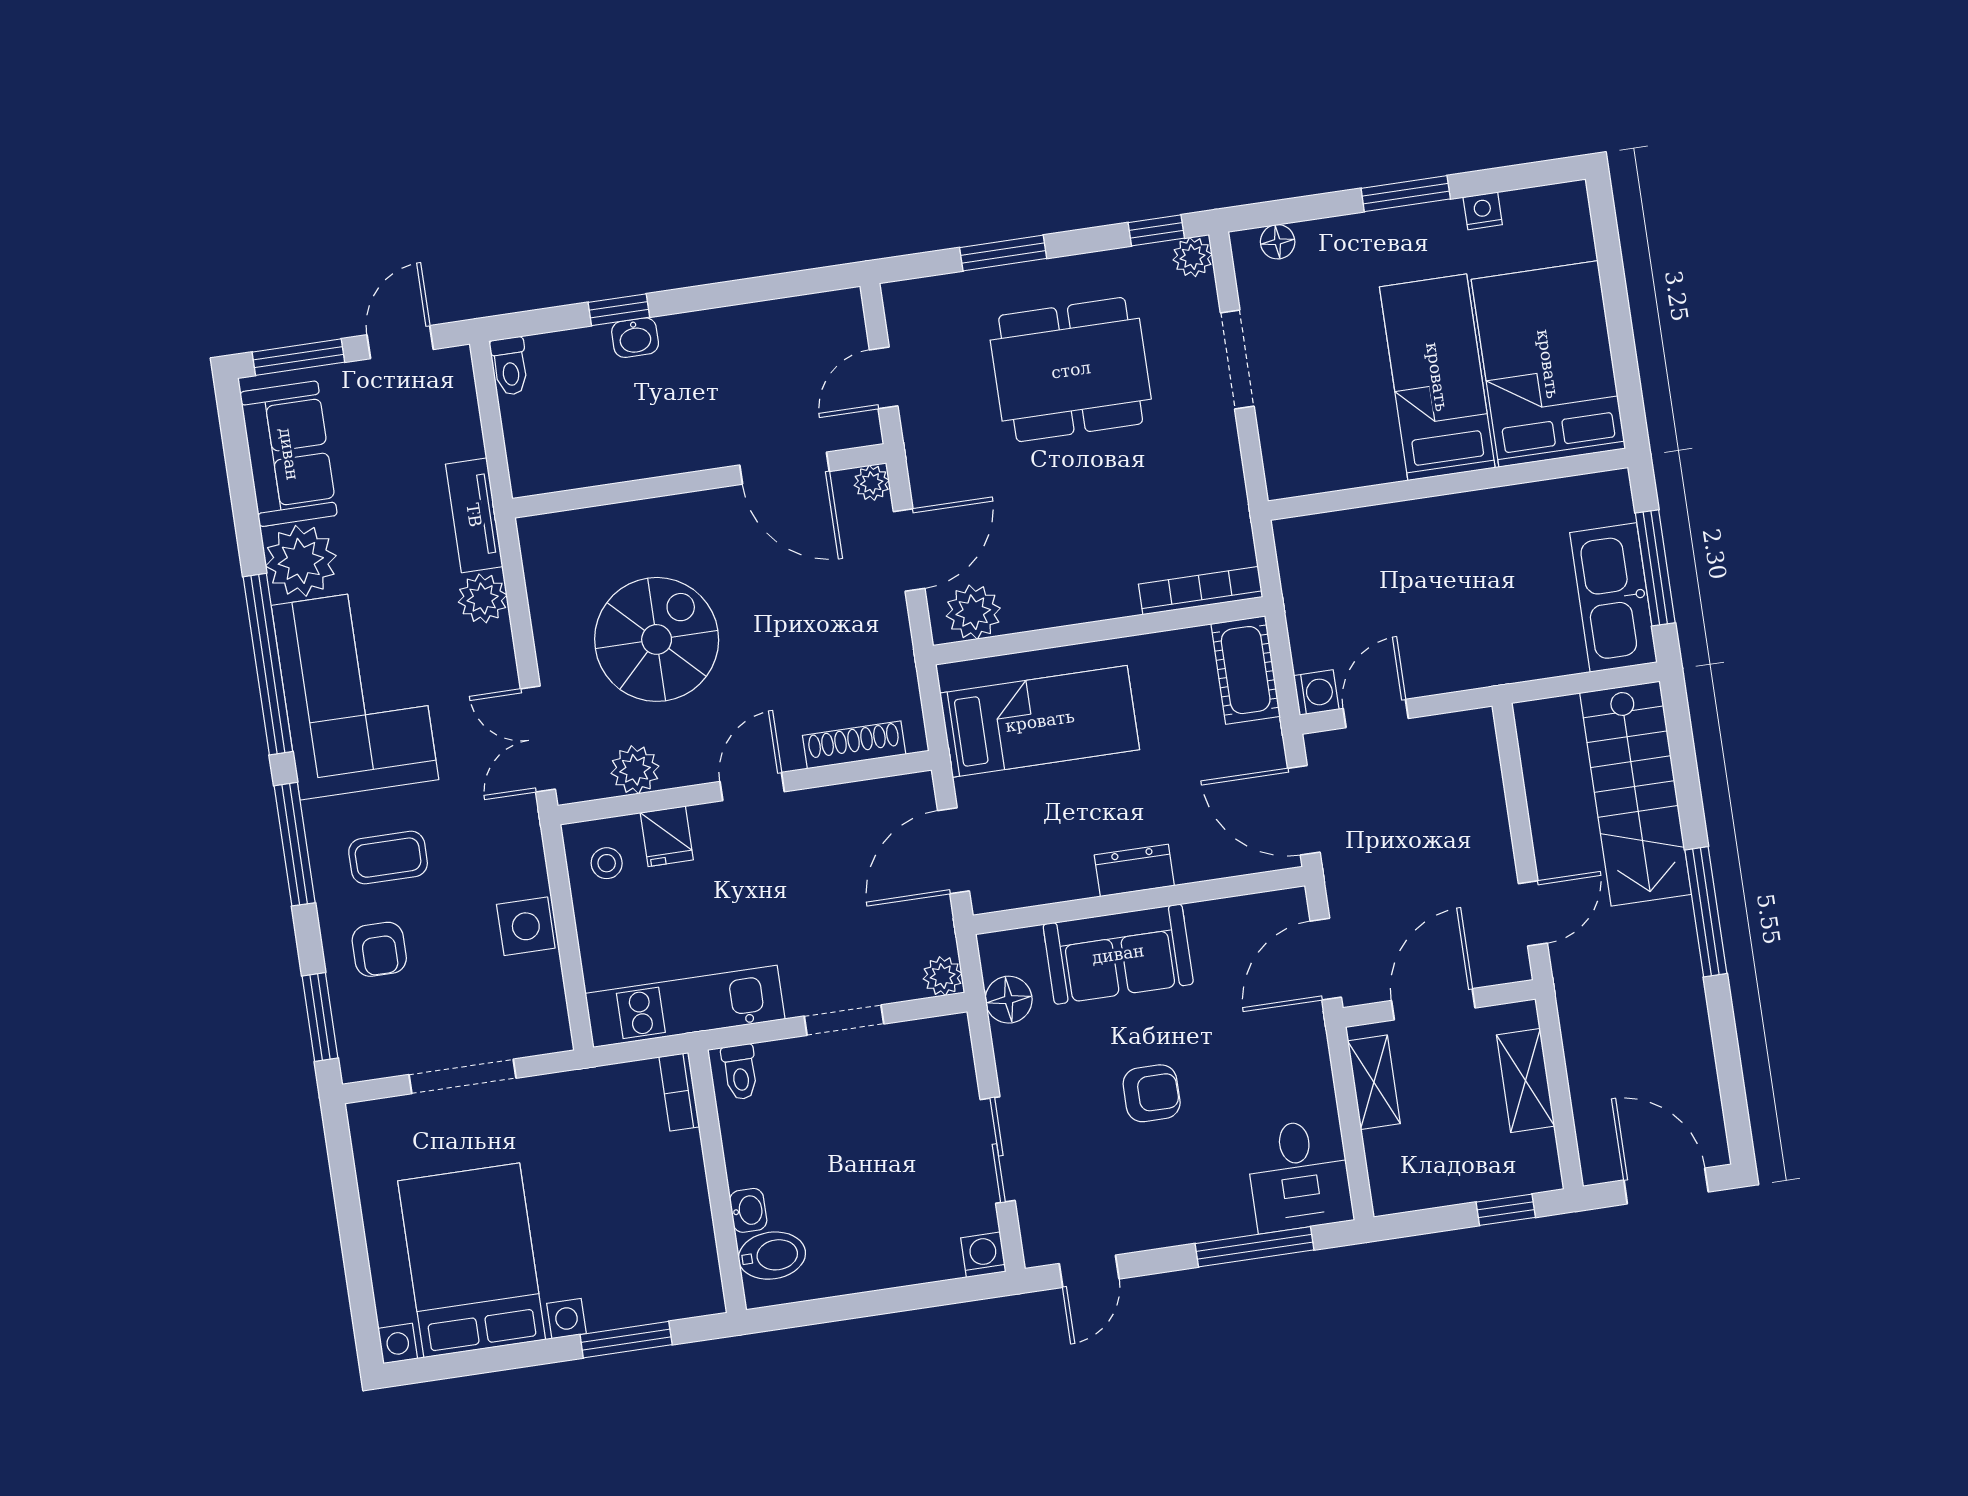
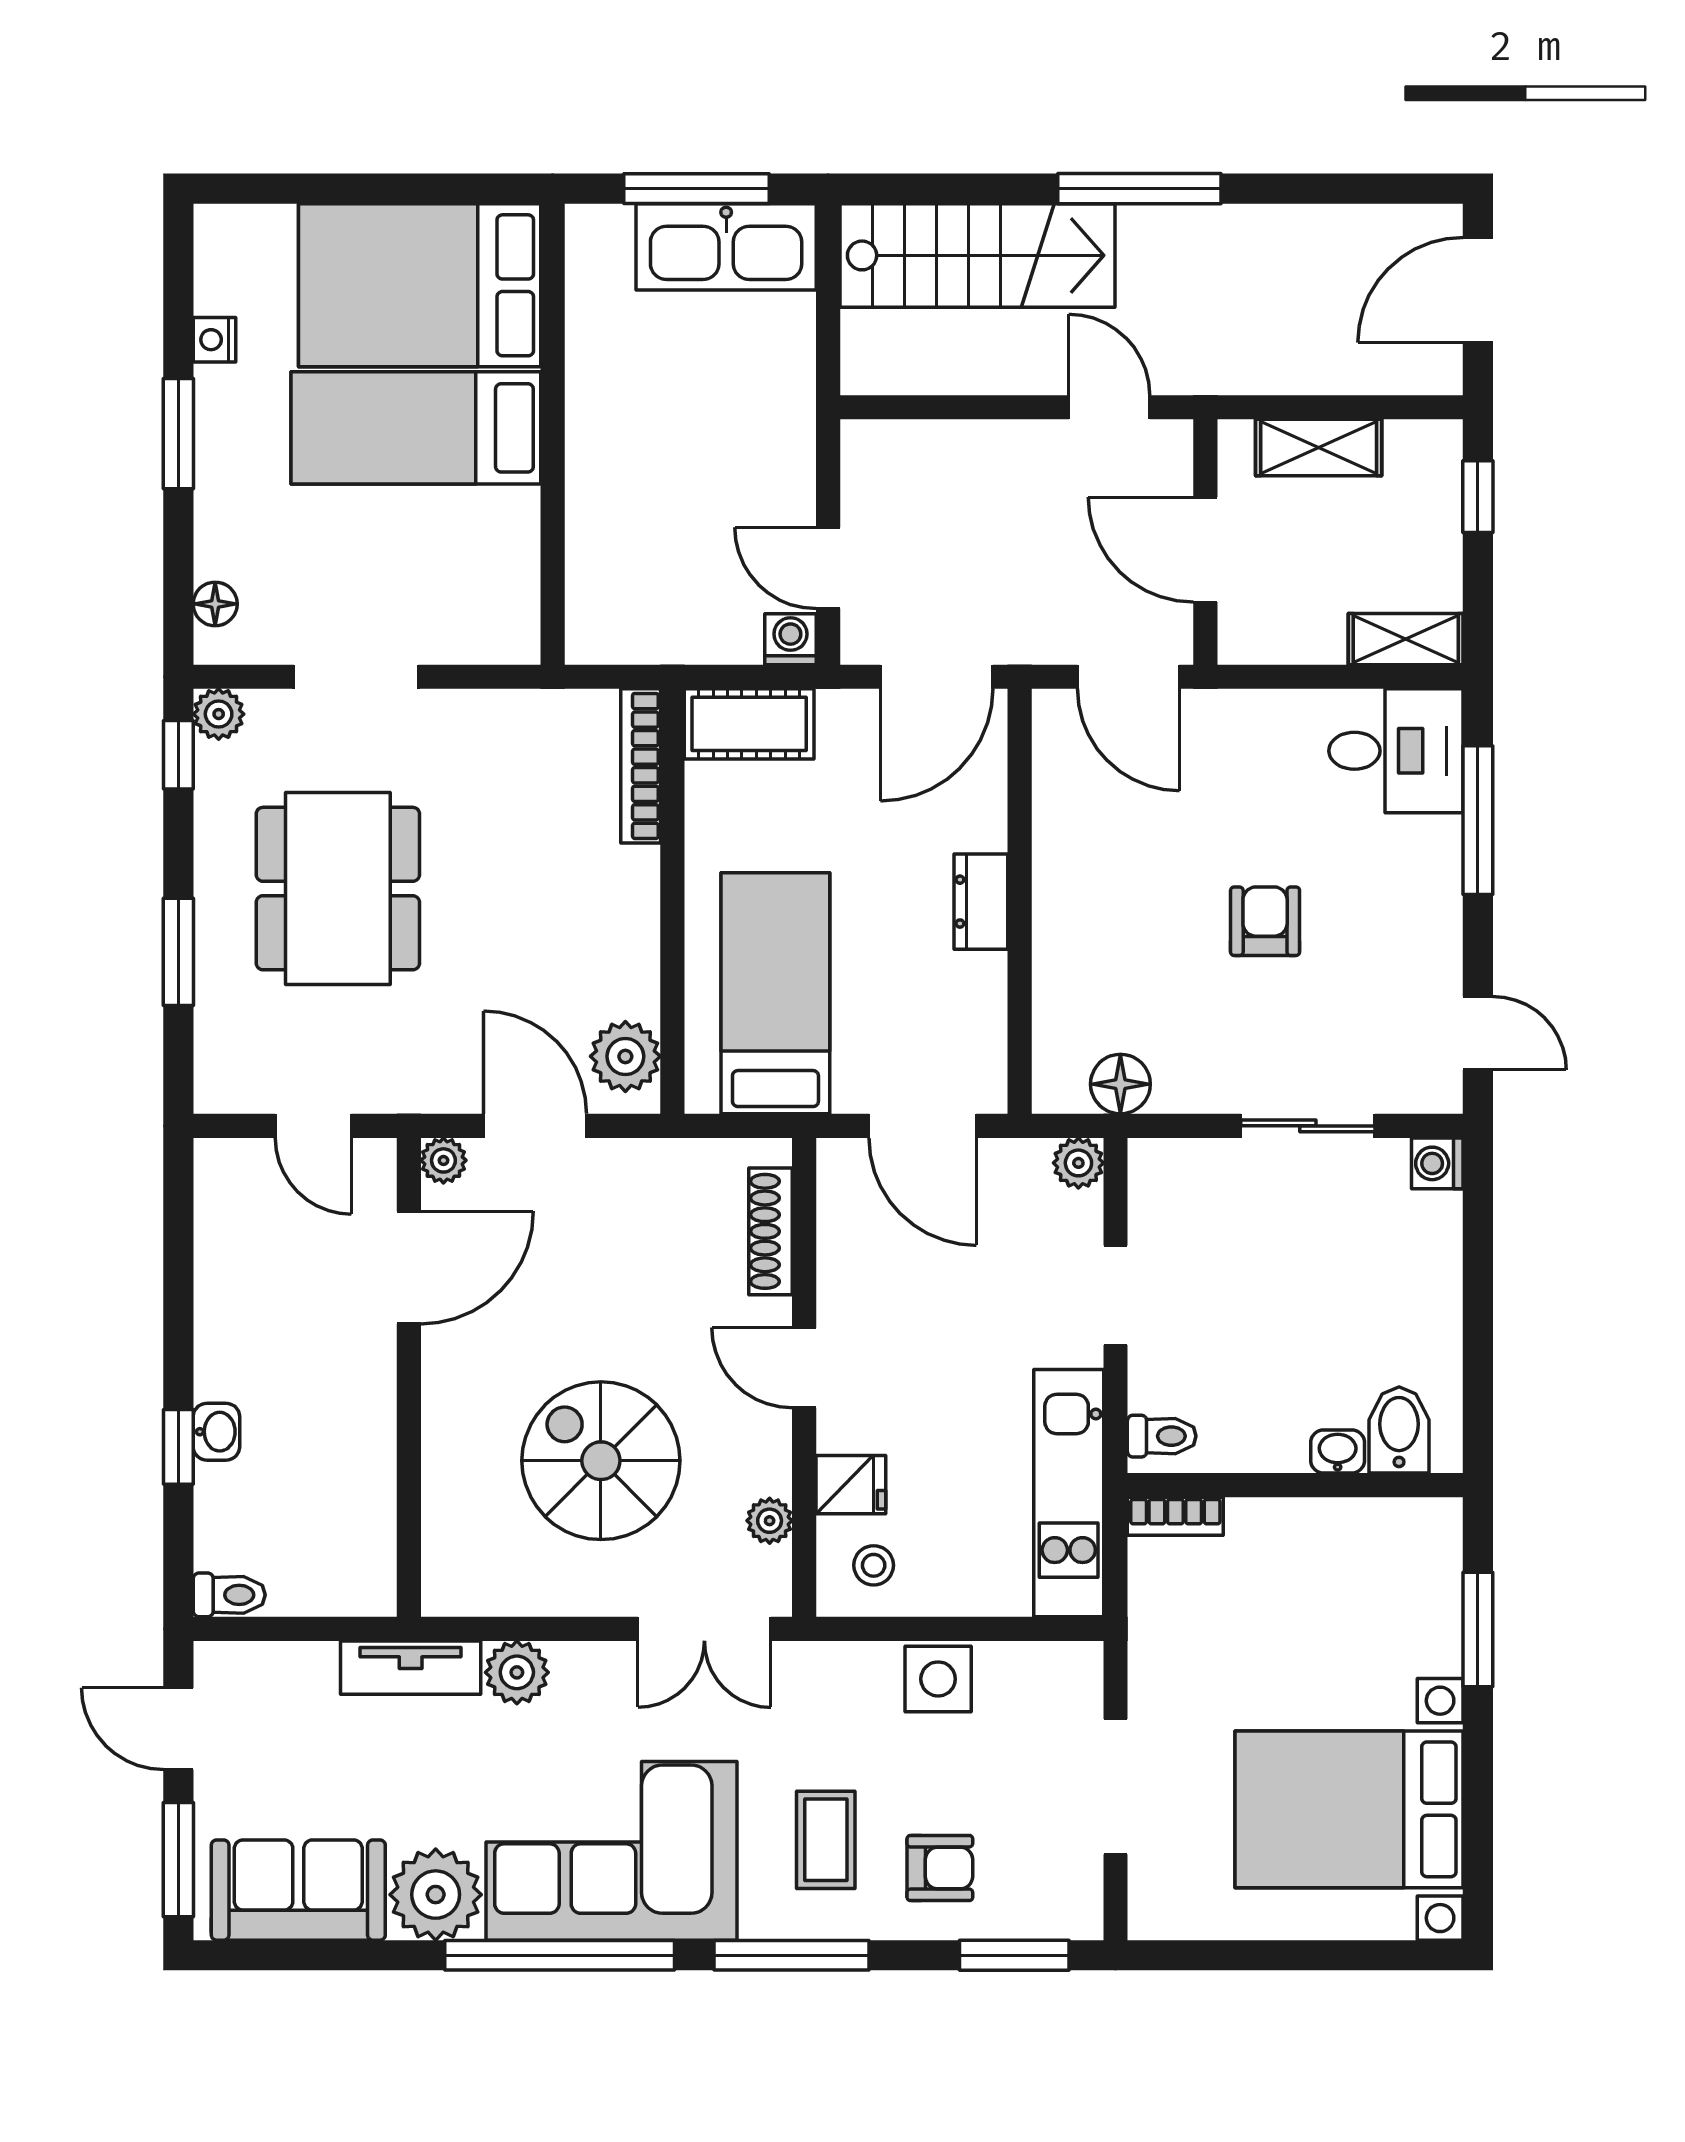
plant: (635, 770) -> (770, 1521), width x0.73, depth x0.73
sofa: (1118, 954) -> (1083, 937), removed
shelving: (1374, 1082) -> (1406, 639), moved

